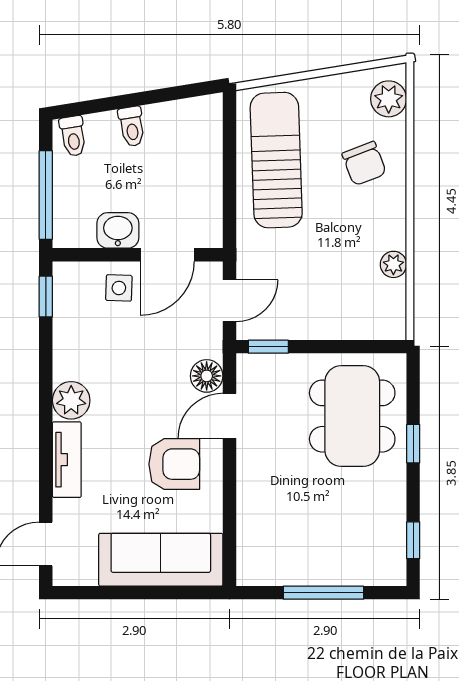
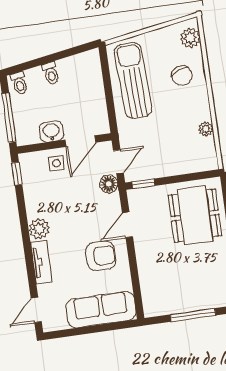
floor lamp: (207, 376) -> (109, 184), moved

